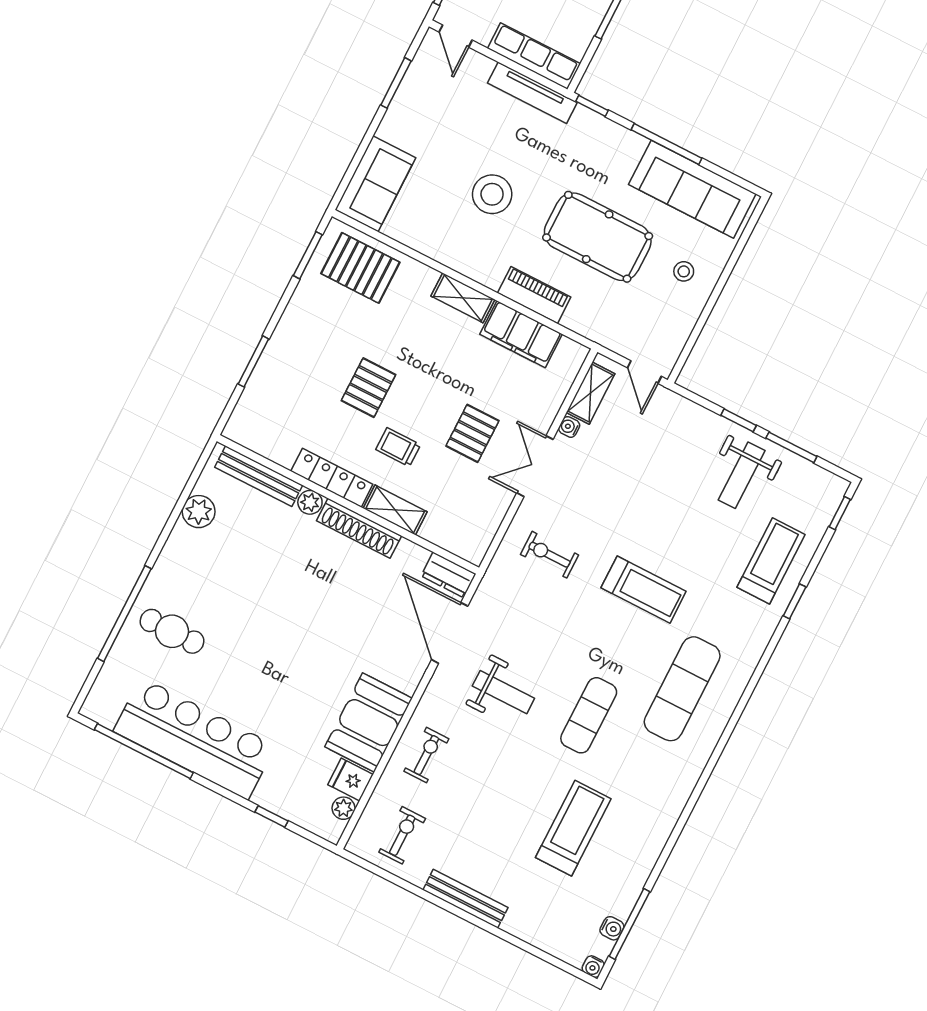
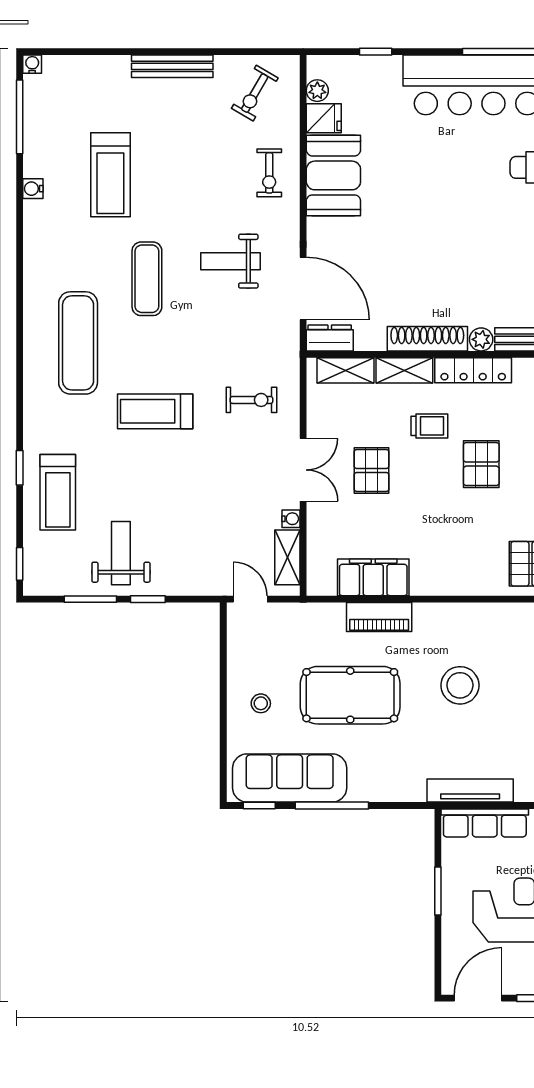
window: (592, 106) -> (259, 806), moved
shelving: (463, 298) -> (345, 370), moved
exercise bike: (402, 835) -> (255, 93), turned 30
water cooler: (612, 928) -> (33, 189), moved

